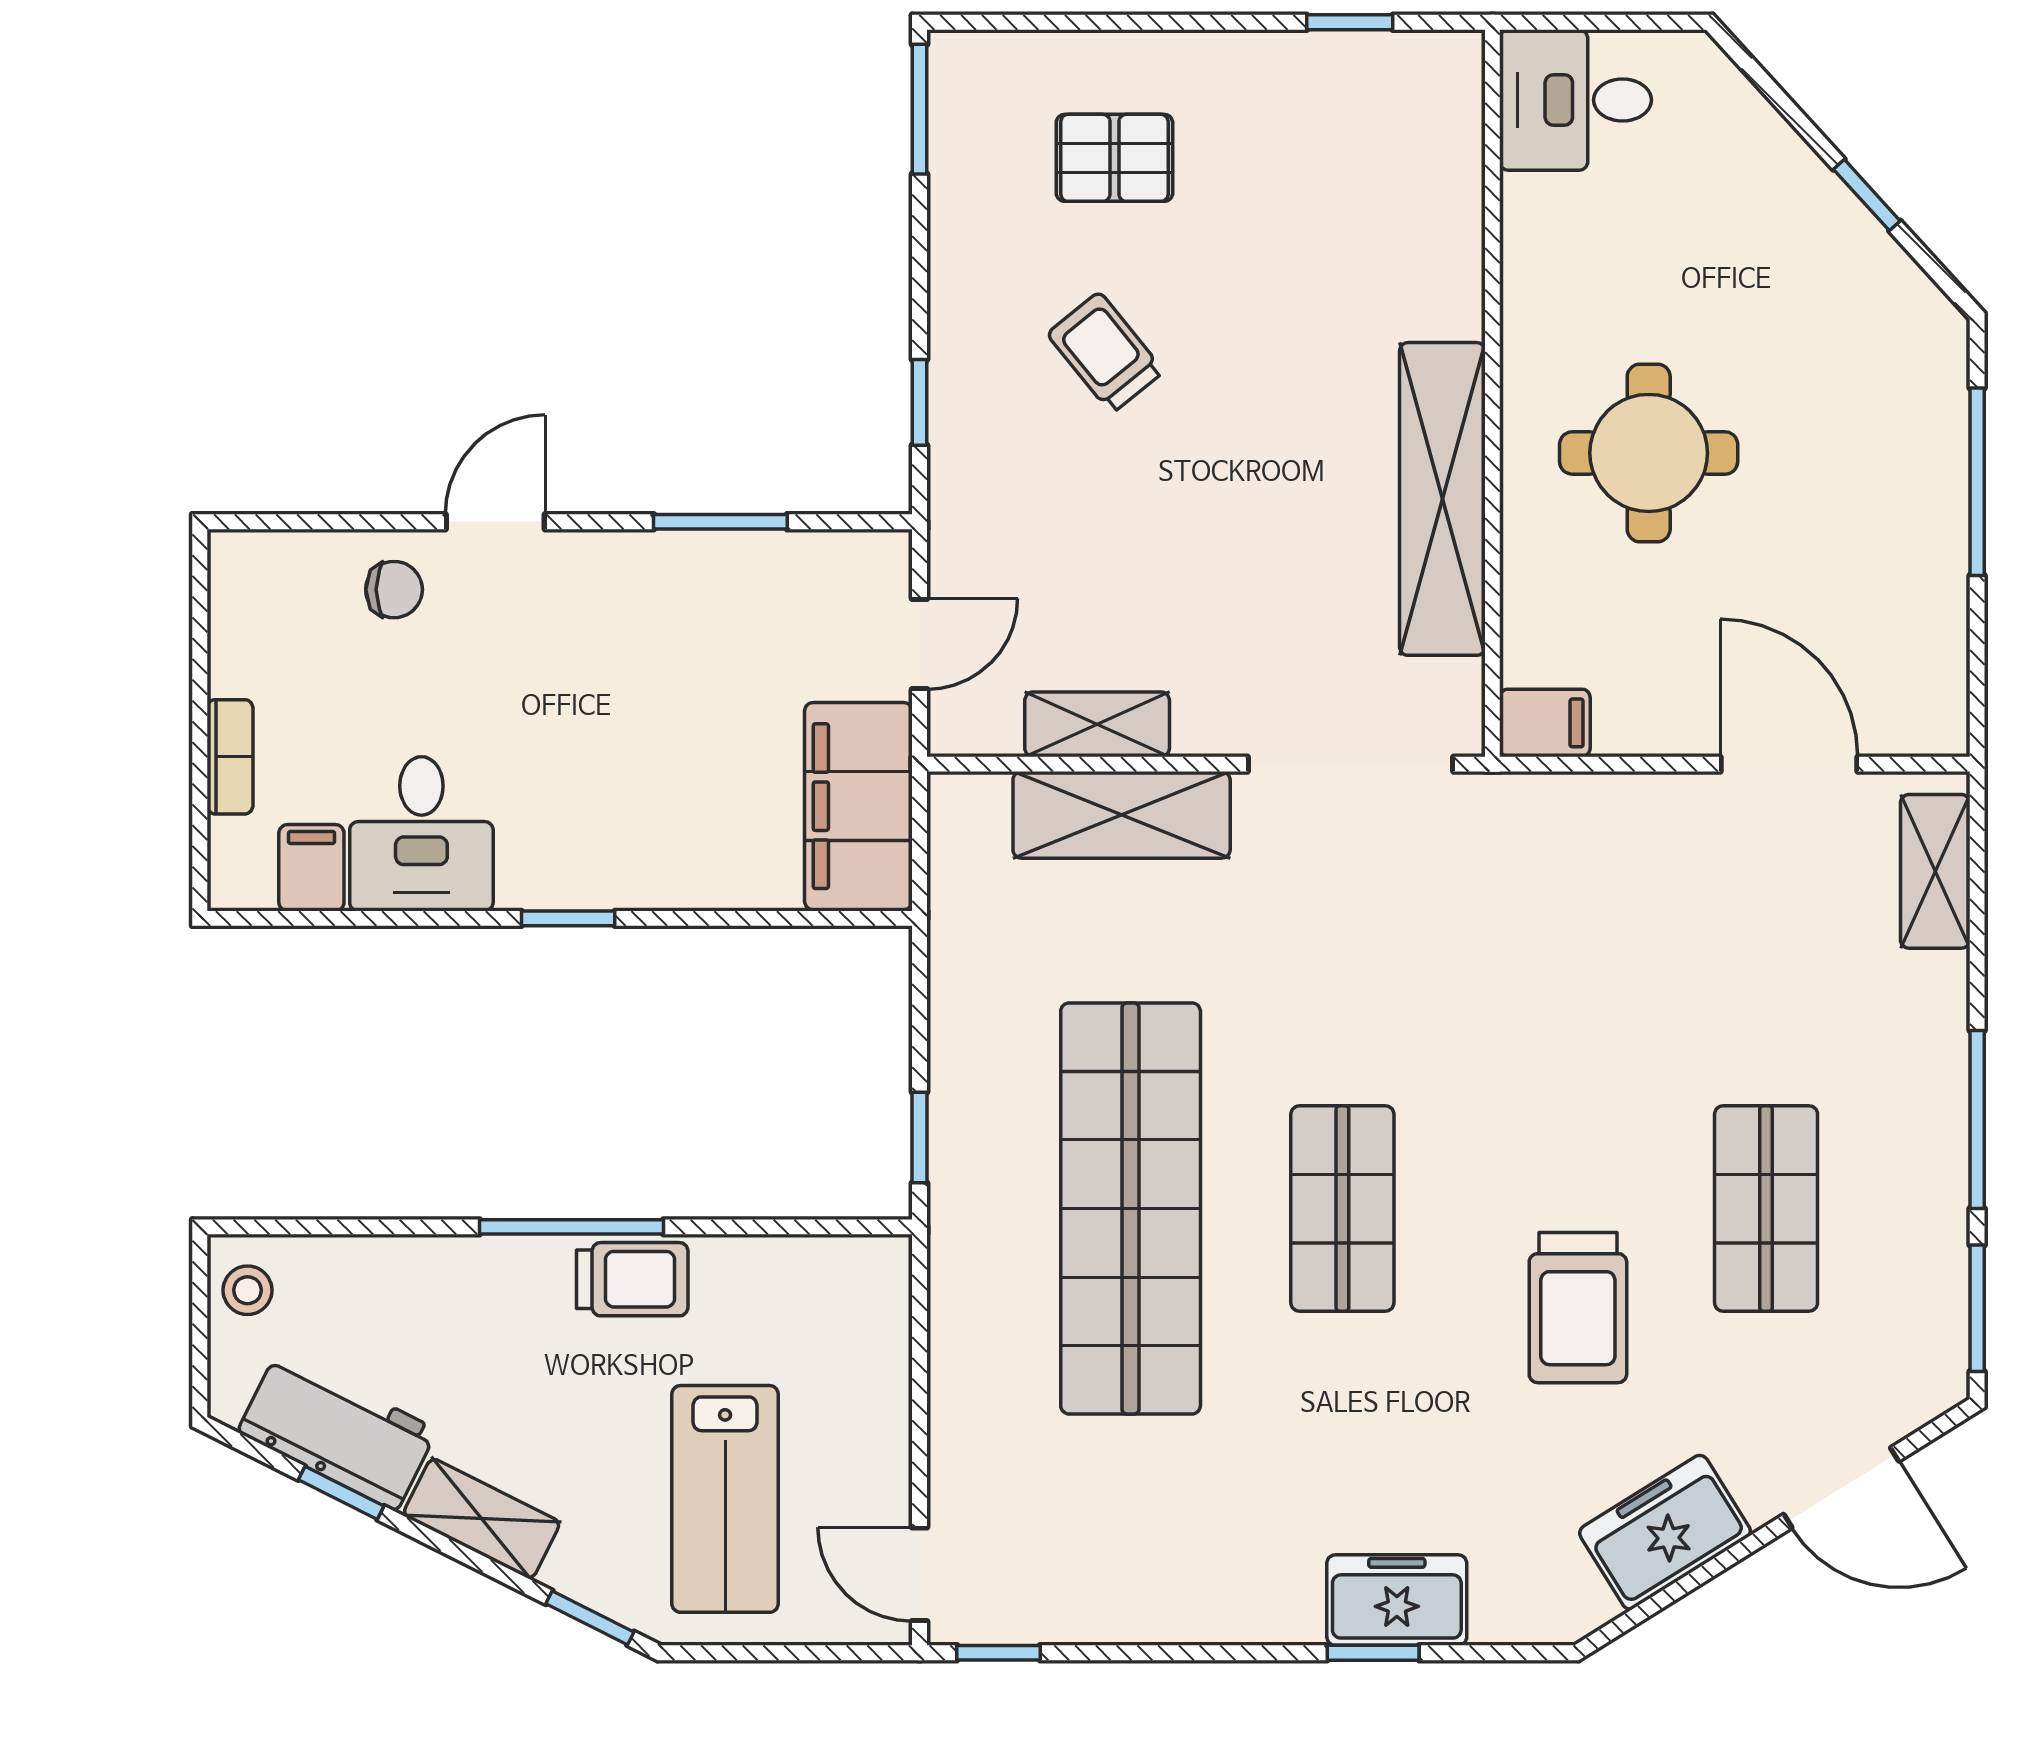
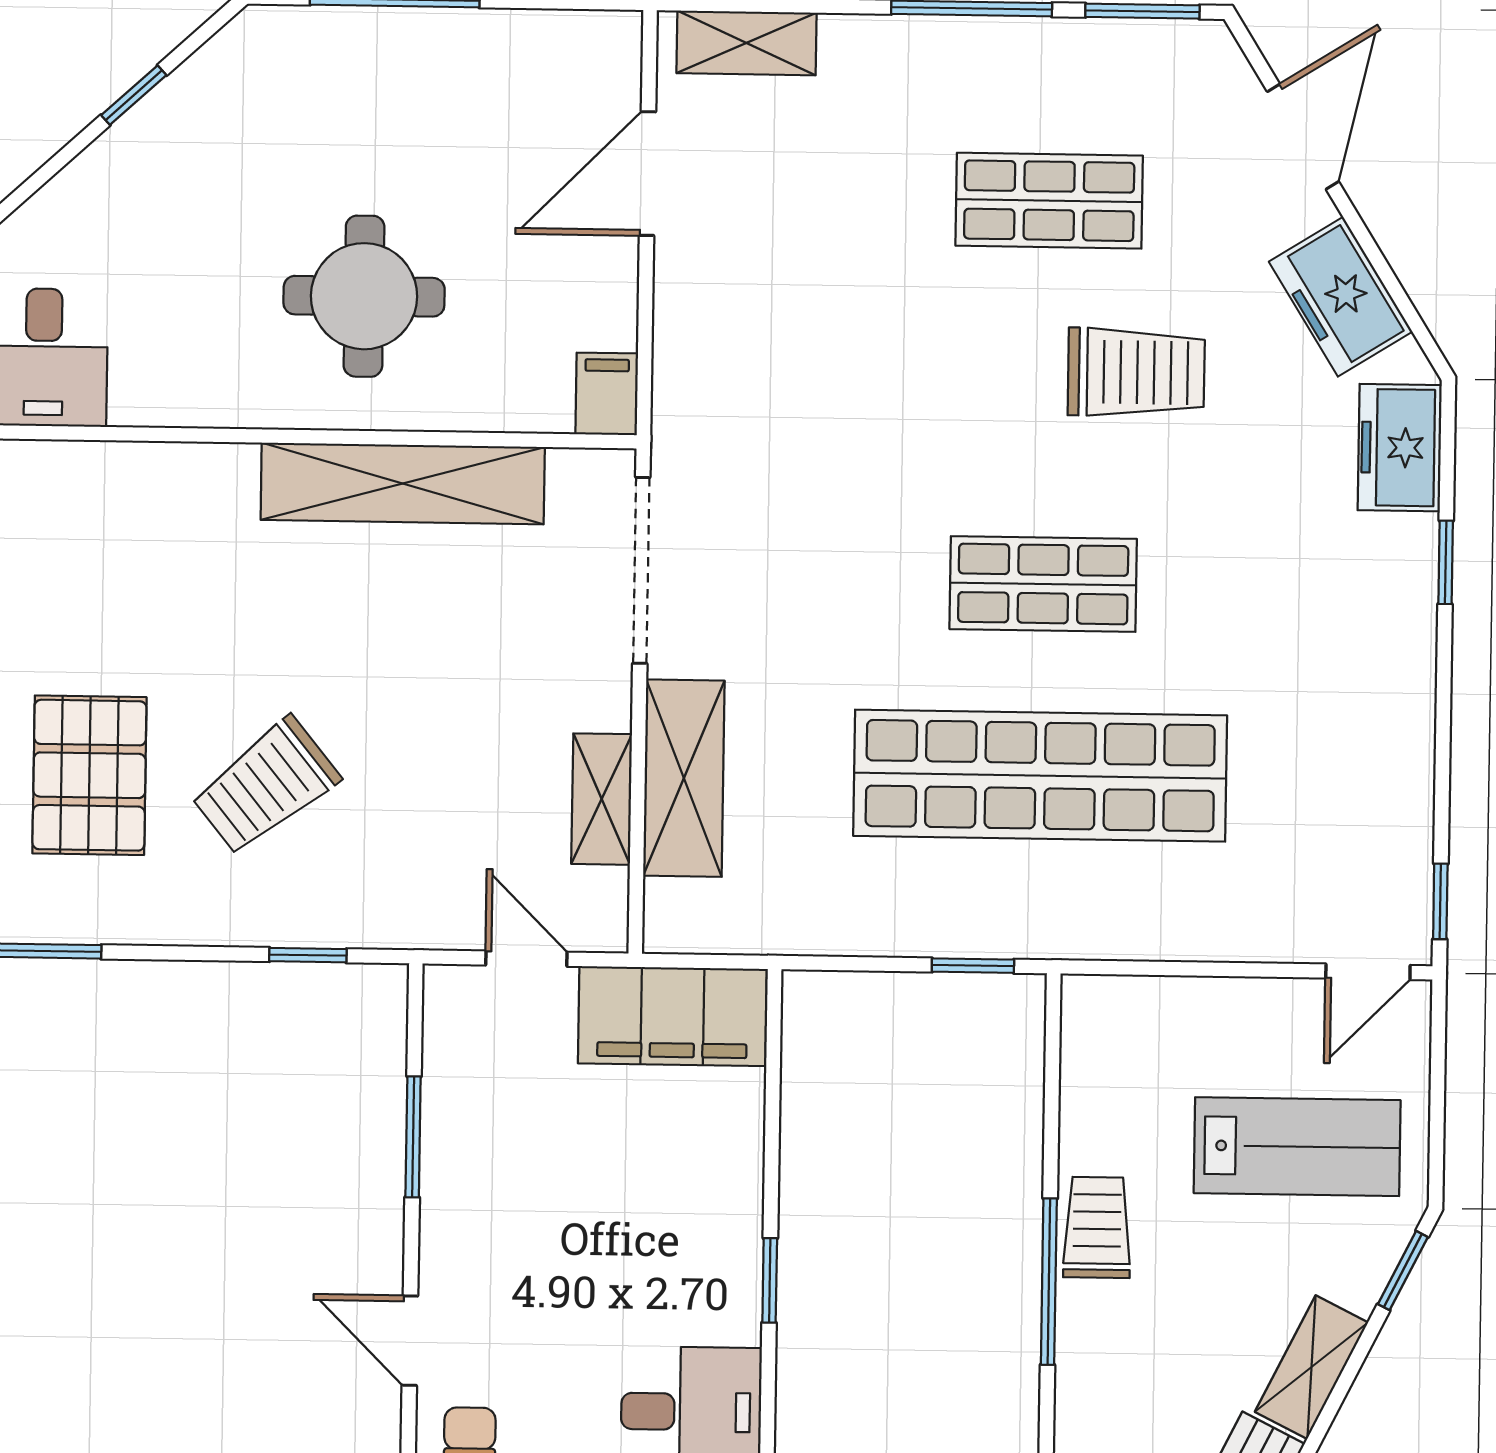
pallet: (1114, 158) -> (89, 775), width x1.50, depth x1.42
trolley: (1105, 353) -> (265, 786), width x1.36, depth x1.39
freezer: (1397, 1600) -> (1400, 448), moved

